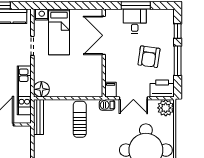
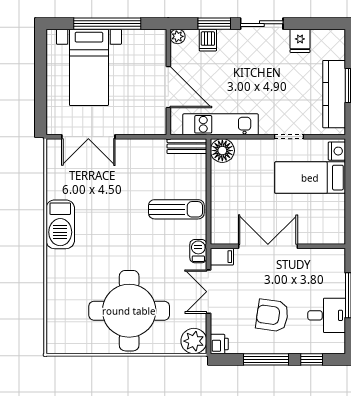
desk: (135, 21) -> (327, 315), moved
double door: (104, 35) -> (268, 246), moved
printer: (162, 88) -> (219, 344), width x0.53, depth x0.68
bench: (38, 117) -> (187, 146), width x0.73

